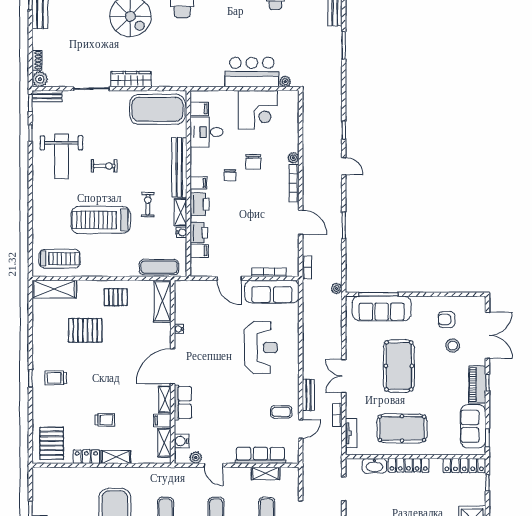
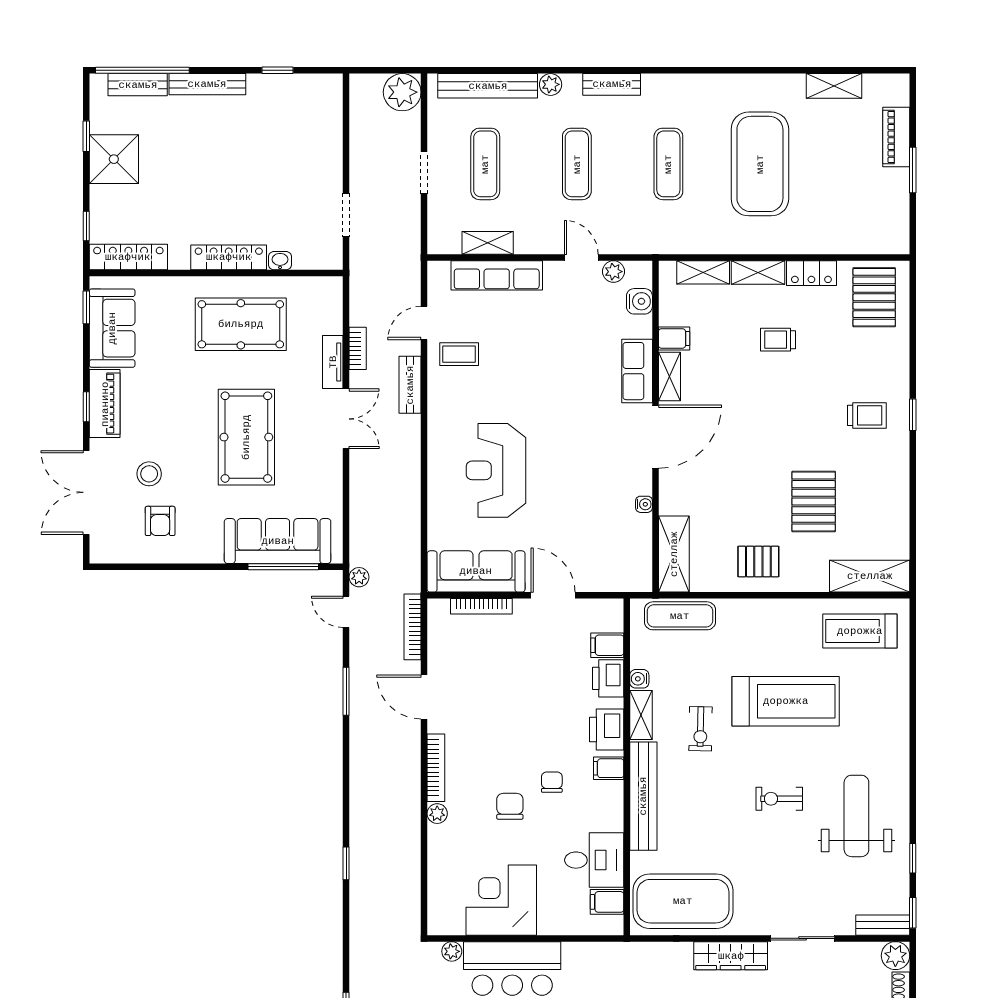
door: (344, 166) -> (346, 612), moved
bookcase: (307, 268) -> (413, 627), width x1.56
armchair: (447, 320) -> (160, 521), turned 90
pallet: (85, 330) -> (814, 501), turned 90
tv unit: (351, 433) -> (333, 362), moved
shelving: (164, 443) -> (703, 272), moved, turned 90
washbasin: (374, 466) -> (280, 261), width x0.52, depth x0.69

